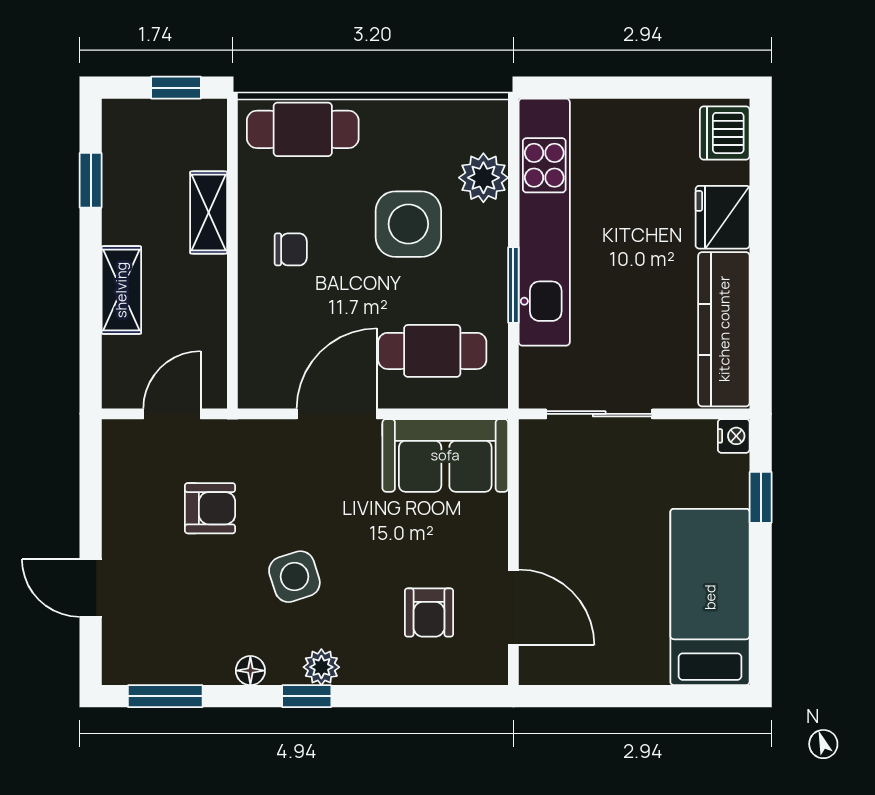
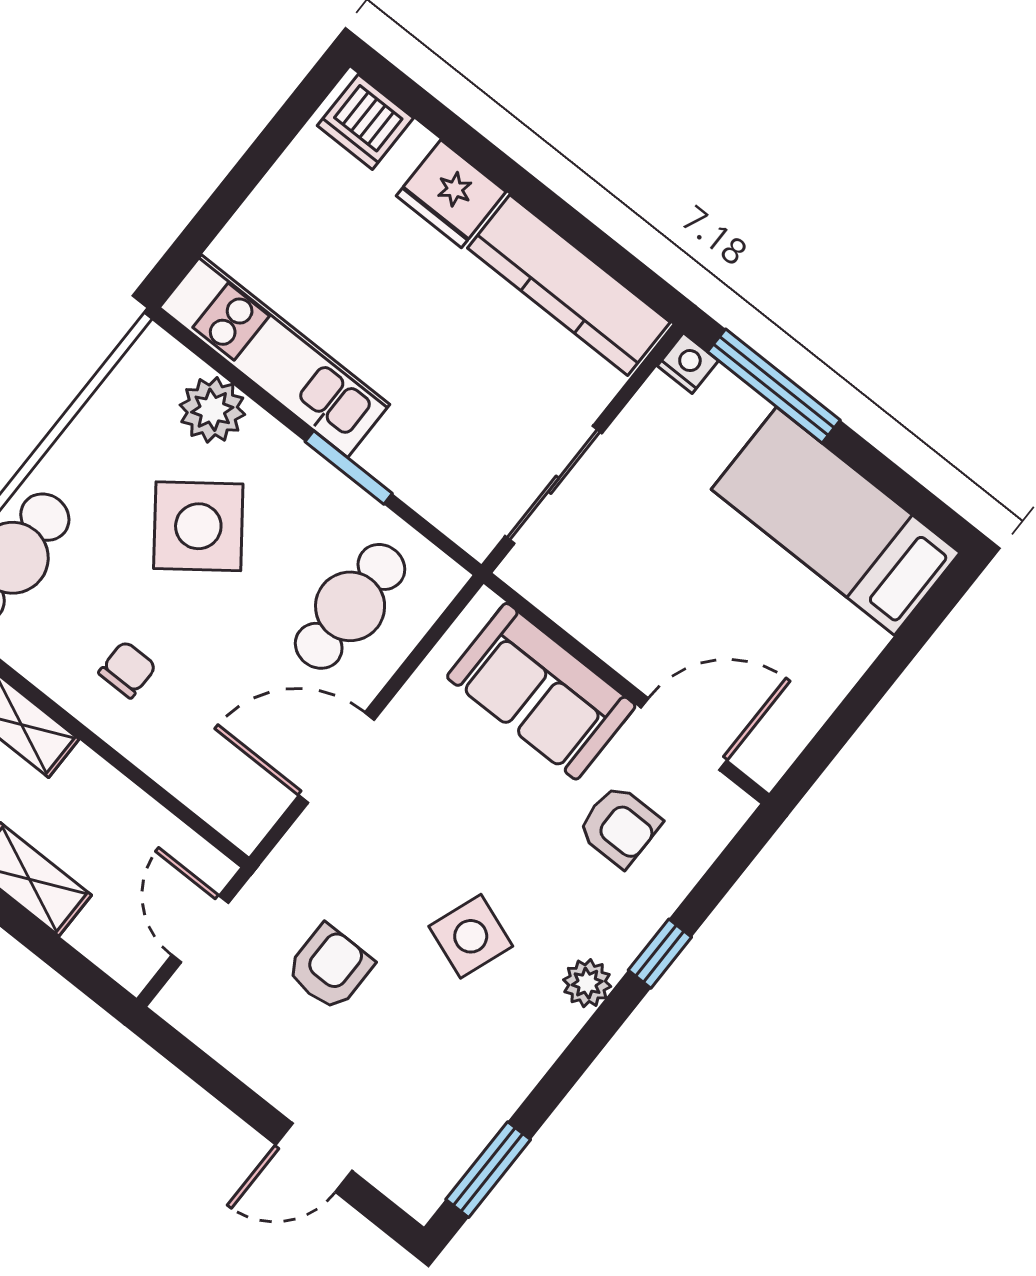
kitchen unit: (544, 222) -> (274, 356), width x0.73
side table: (408, 224) -> (198, 526), turned -37
door: (337, 414) -> (336, 758), hinge flipped
sofa: (445, 455) -> (541, 691), moved, turned 90
window: (761, 497) -> (774, 386), width x2.17
side table: (294, 577) -> (471, 936), turned 38
floor lamp: (250, 671) -> (532, 1060), removed
window: (307, 696) -> (660, 954), moved

